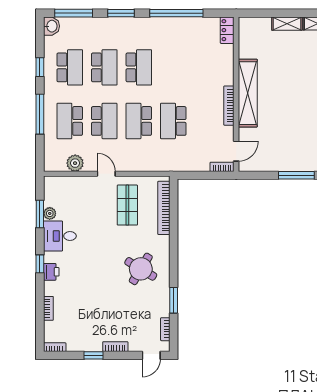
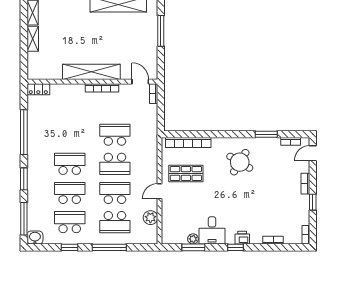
school desk: (173, 121) -> (115, 135), turned 180
door: (151, 355) -> (313, 153), swing flipped

